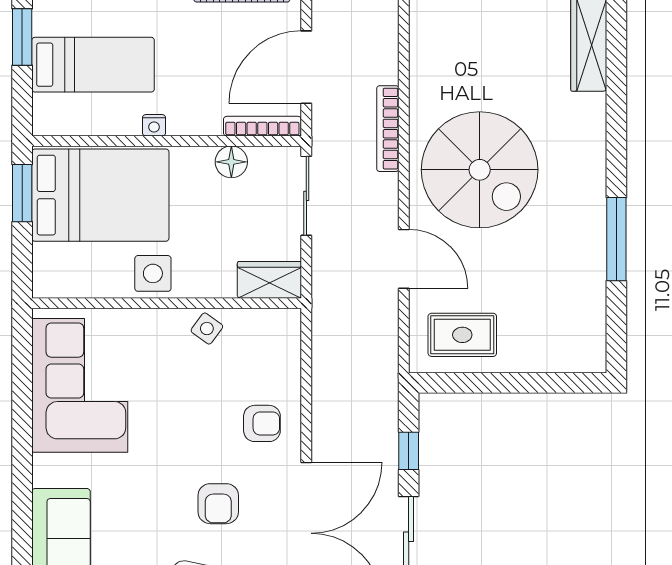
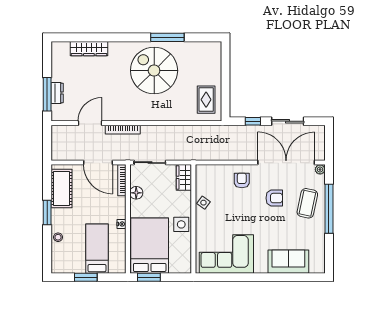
spiral stairs: (480, 170) -> (154, 71), moved, turned -90
door: (404, 259) -> (90, 123), moved

